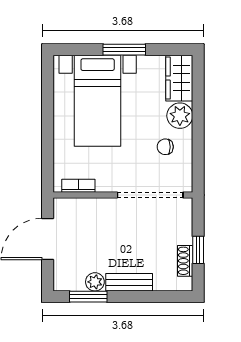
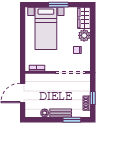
window: (88, 297) -> (72, 120), moved

